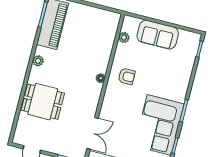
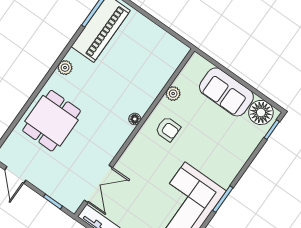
plant: (124, 37) -> (173, 94), moved
floor lamp: (187, 40) -> (261, 112), added
dining table: (43, 102) -> (52, 121), turned 90

